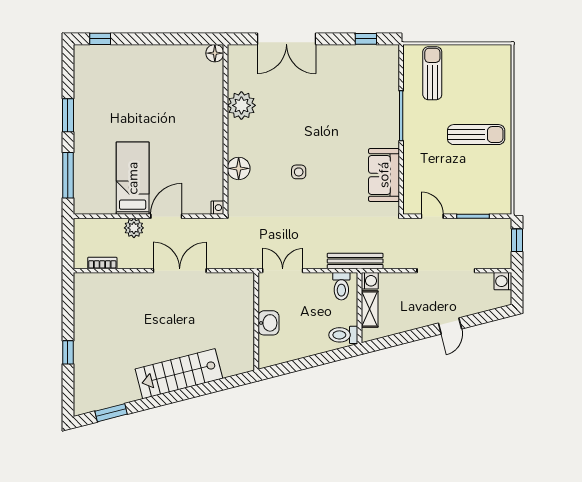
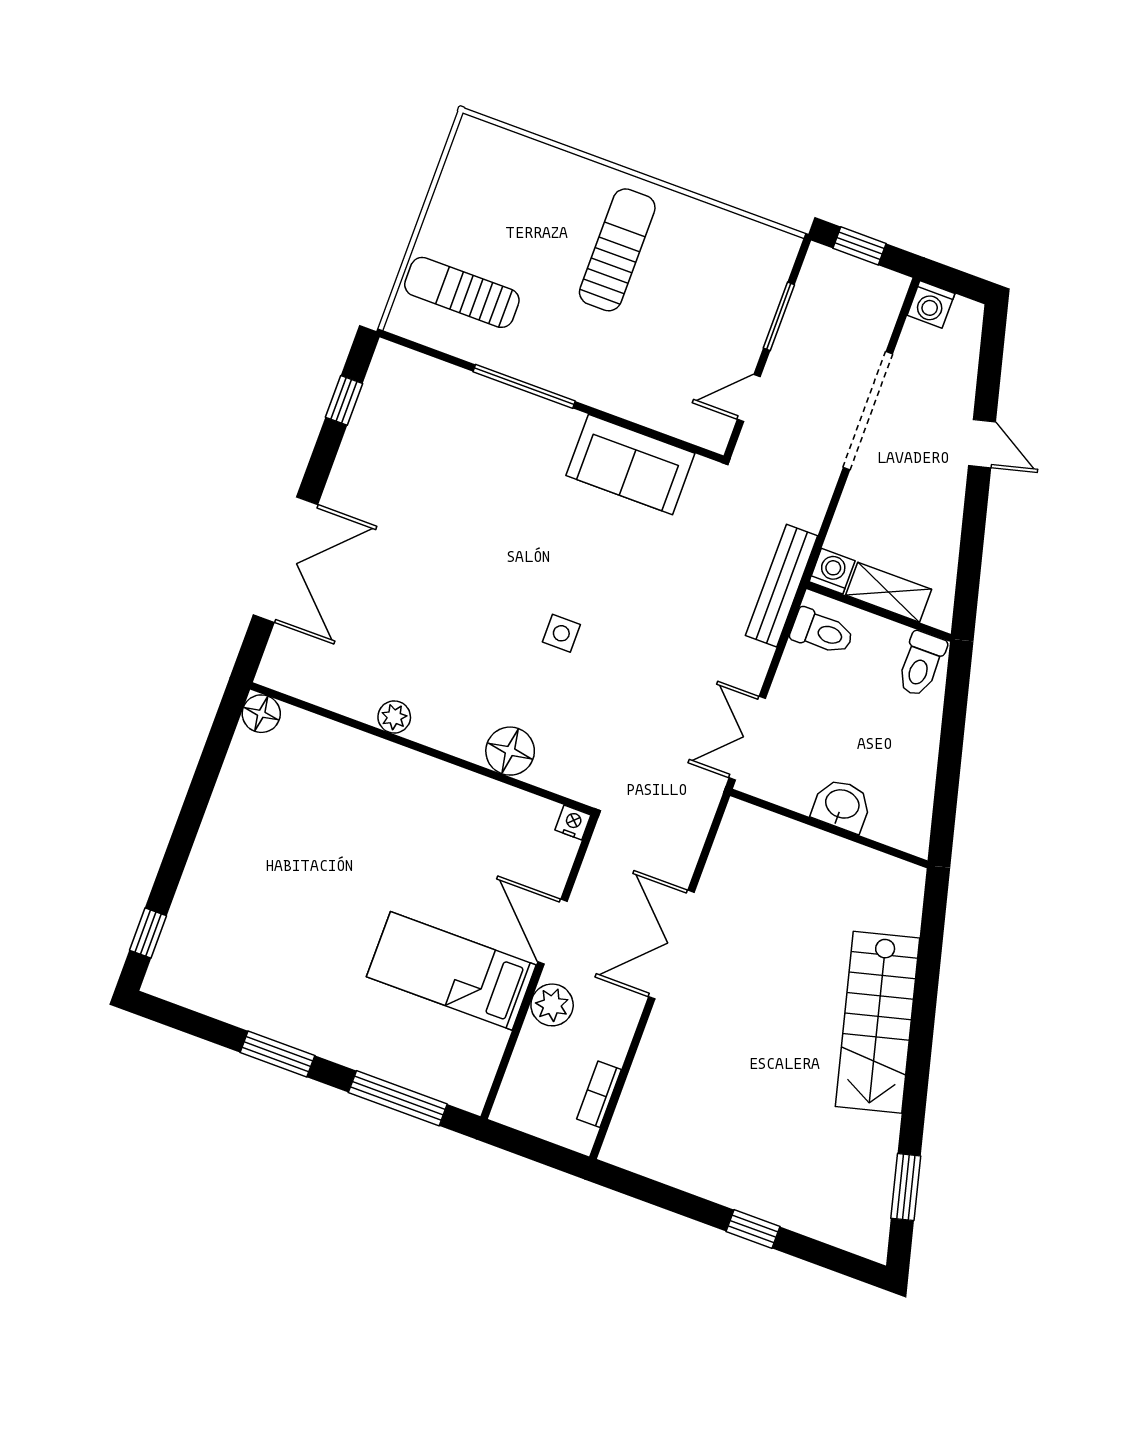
plant: (241, 105) -> (394, 717), width x0.53, depth x0.53

